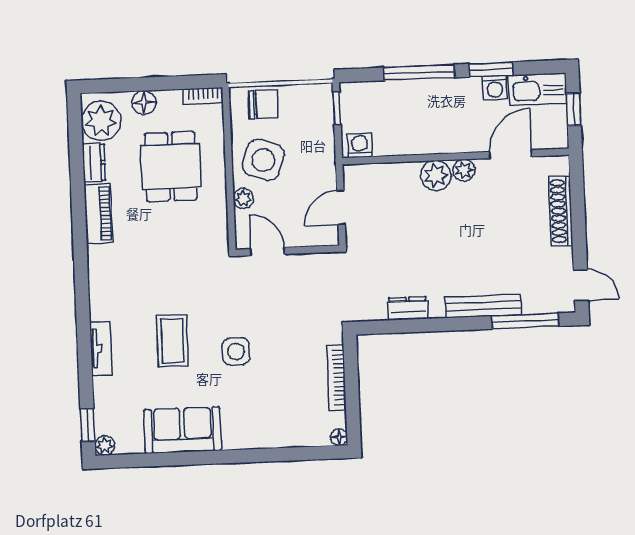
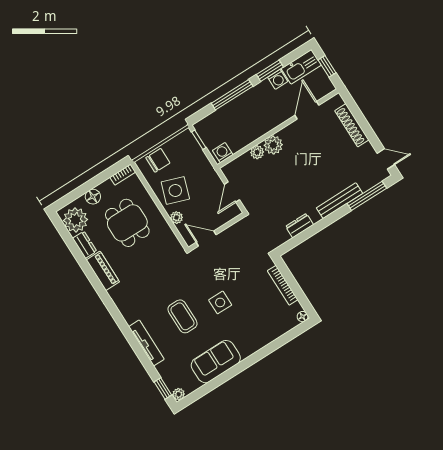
plant: (464, 170) -> (257, 152), moved
tv unit: (101, 349) -> (146, 343), width x1.41

